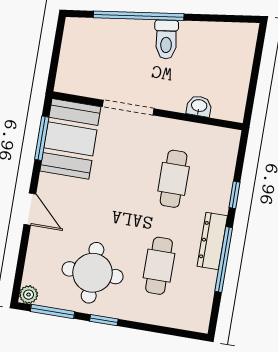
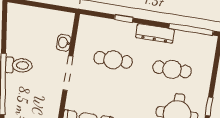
doorway: (128, 108) -> (68, 73), moved
window: (224, 259) -> (191, 29), moved

